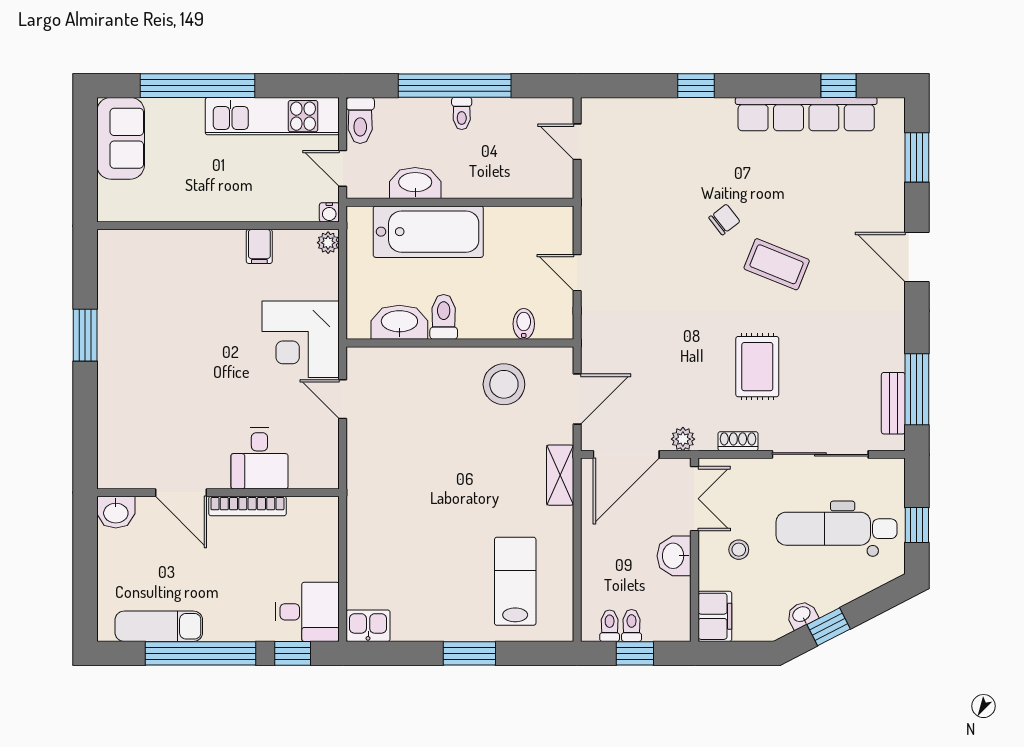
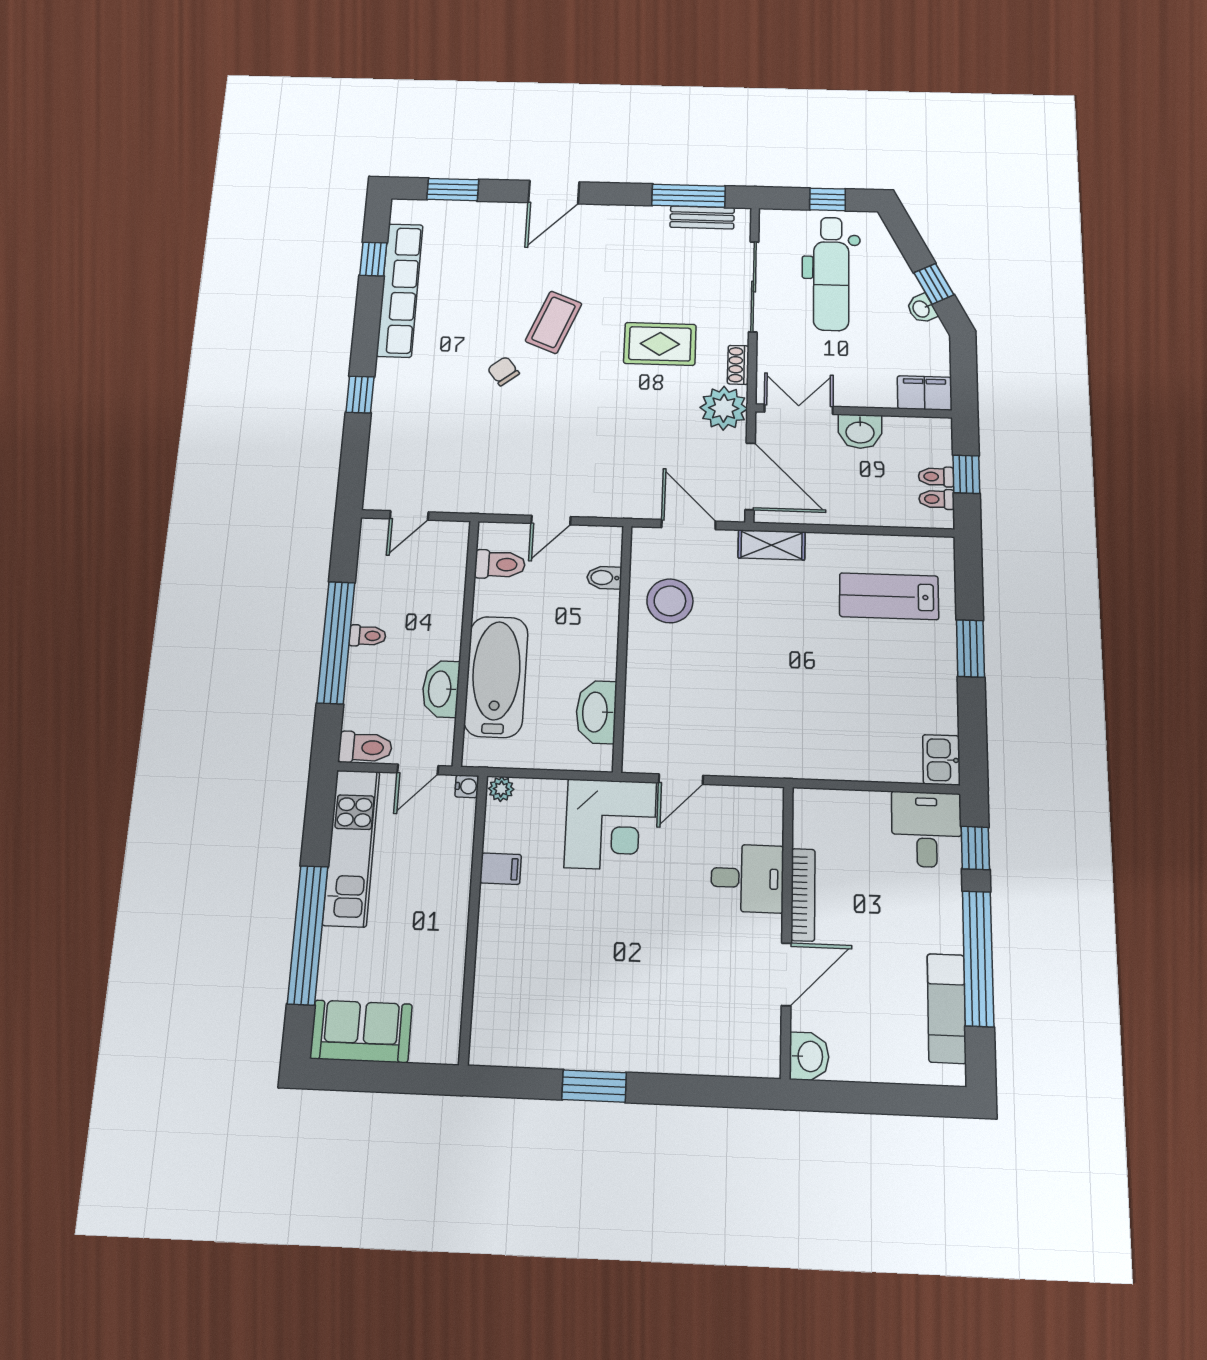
toilet: (444, 317) -> (500, 564), moved, turned 180
plant: (683, 439) -> (724, 408), width x1.88, depth x1.88
stool: (739, 550) -> (853, 367), removed

